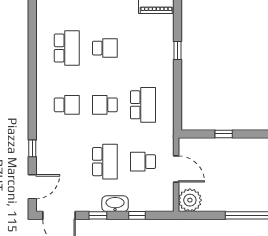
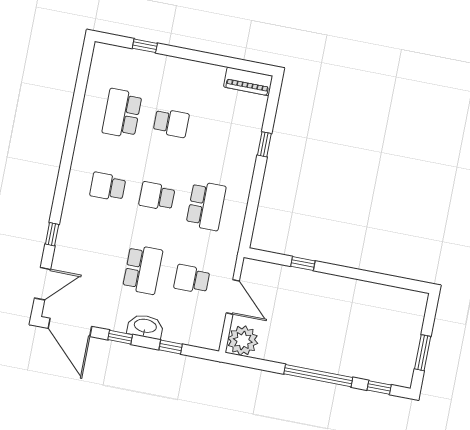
school desk: (67, 48) -> (122, 113), turned 180
school desk: (67, 105) -> (108, 187), turned 180

